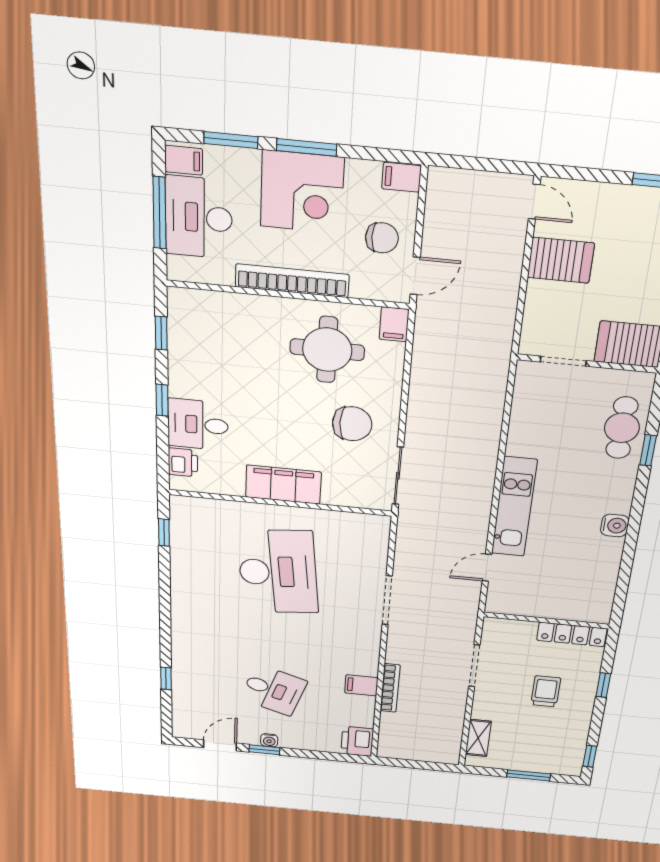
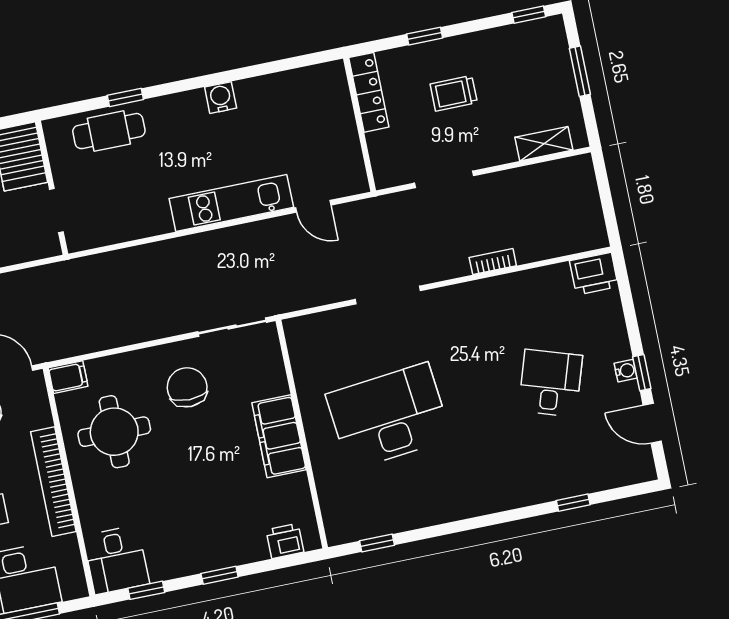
desk: (198, 425) -> (116, 560), moved
filing cabinet: (361, 685) -> (512, 291), removed
bookcase: (390, 688) -> (493, 262), width x0.64

